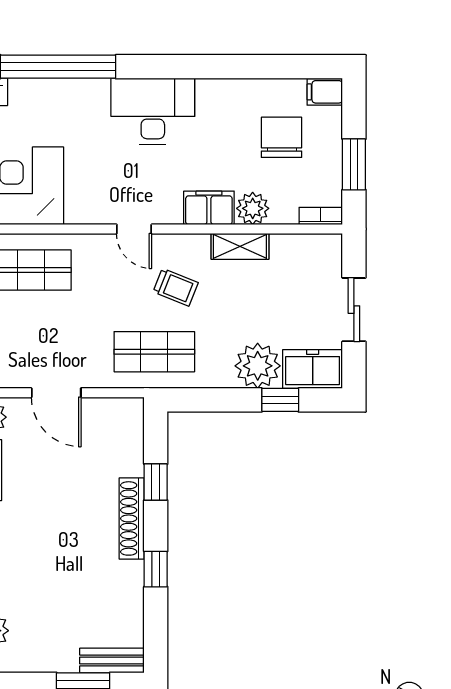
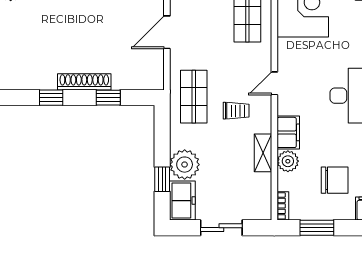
trolley: (176, 287) -> (236, 111), turned -112

